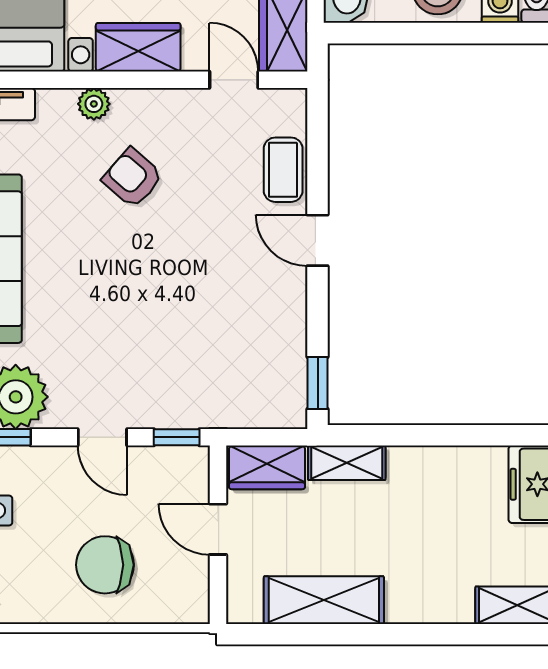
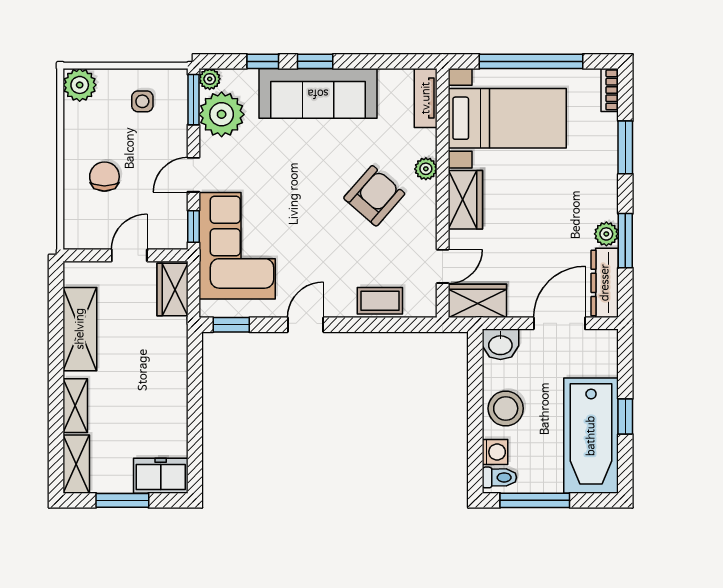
armchair: (133, 178) -> (374, 196), width x1.38, depth x1.38
door: (318, 240) -> (305, 325), moved
corner sofa: (204, 375) -> (237, 246), added
shelving: (347, 463) -> (75, 406), moved
chair: (105, 565) -> (104, 177), width x0.73, depth x0.73

